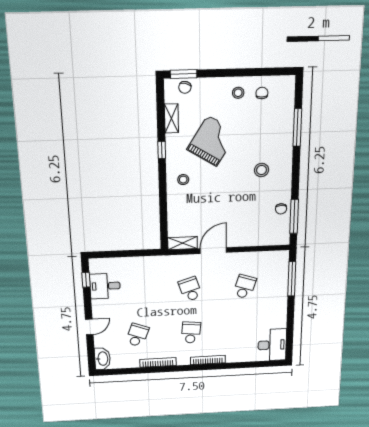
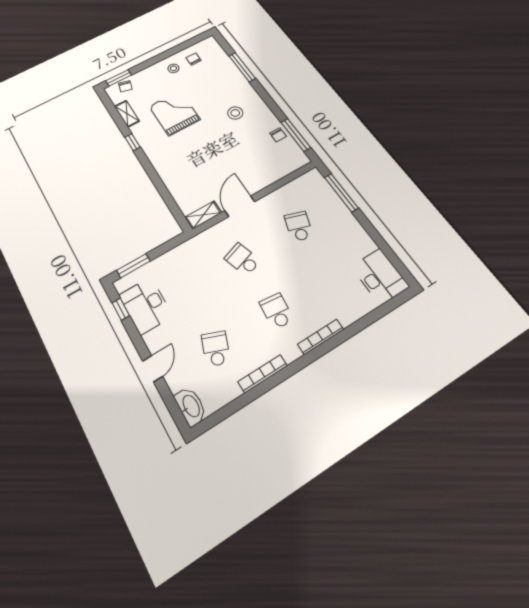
grand piano: (212, 141) -> (174, 113), turned -32
stool: (183, 180) -> (167, 156), removed
window: (110, 254) -> (133, 266), added
desk: (105, 286) -> (146, 305), width x1.37

